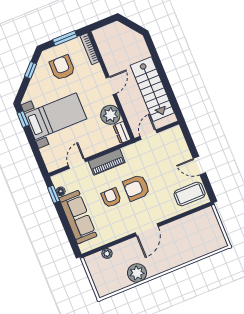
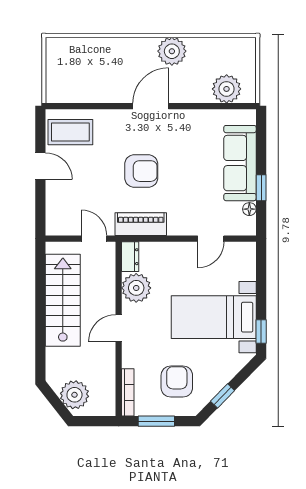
plant: (122, 34) -> (74, 395), added
armchair: (62, 68) -> (177, 382), turned 180
door: (148, 135) -> (94, 239), swing flipped
piano: (107, 162) -> (141, 224), moved
window: (54, 194) -> (261, 188), moved
armchair: (111, 198) -> (182, 171), removed
plant: (107, 253) -> (227, 89), width x1.87, depth x1.87
plant: (137, 273) -> (172, 51), moved

